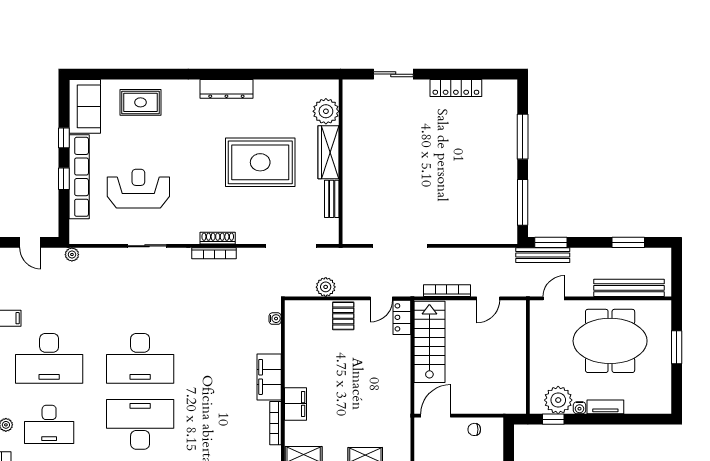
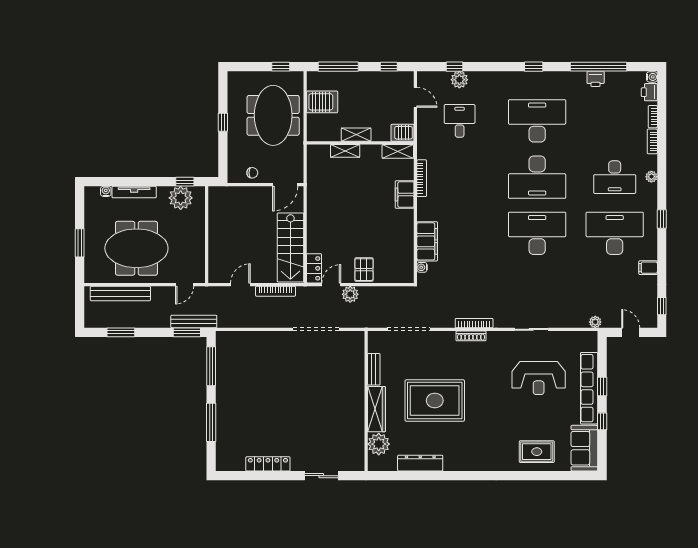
dresser: (226, 89) -> (420, 463), moved
plant: (326, 287) -> (350, 294), moved
filing cabinet: (269, 377) -> (427, 241), moved
tv unit: (605, 407) -> (134, 192), width x1.41
water cooler: (580, 408) -> (106, 191), moved
desk: (49, 424) -> (615, 177), turned 180

